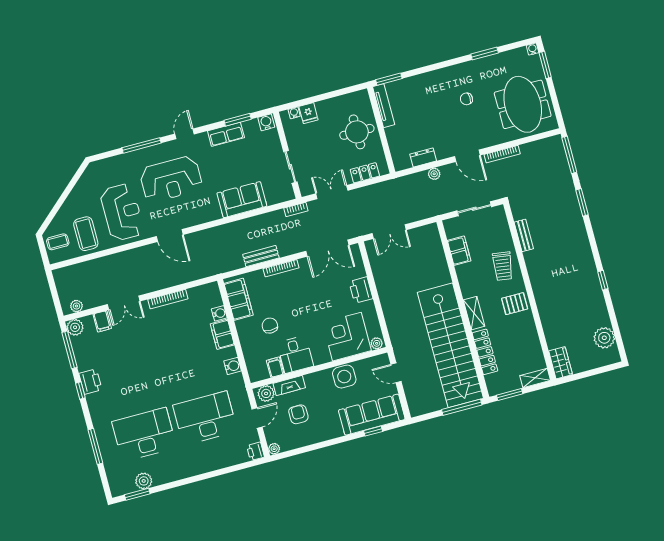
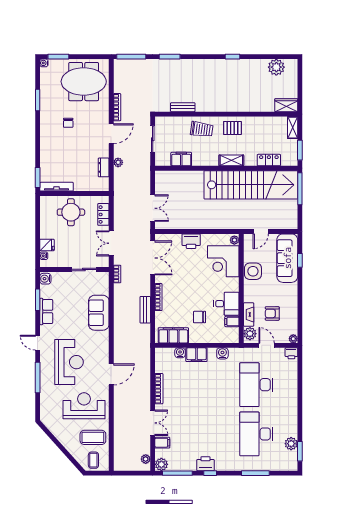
pallet: (515, 304) -> (232, 128), turned 90
locker: (485, 352) -> (269, 160), width x0.66

